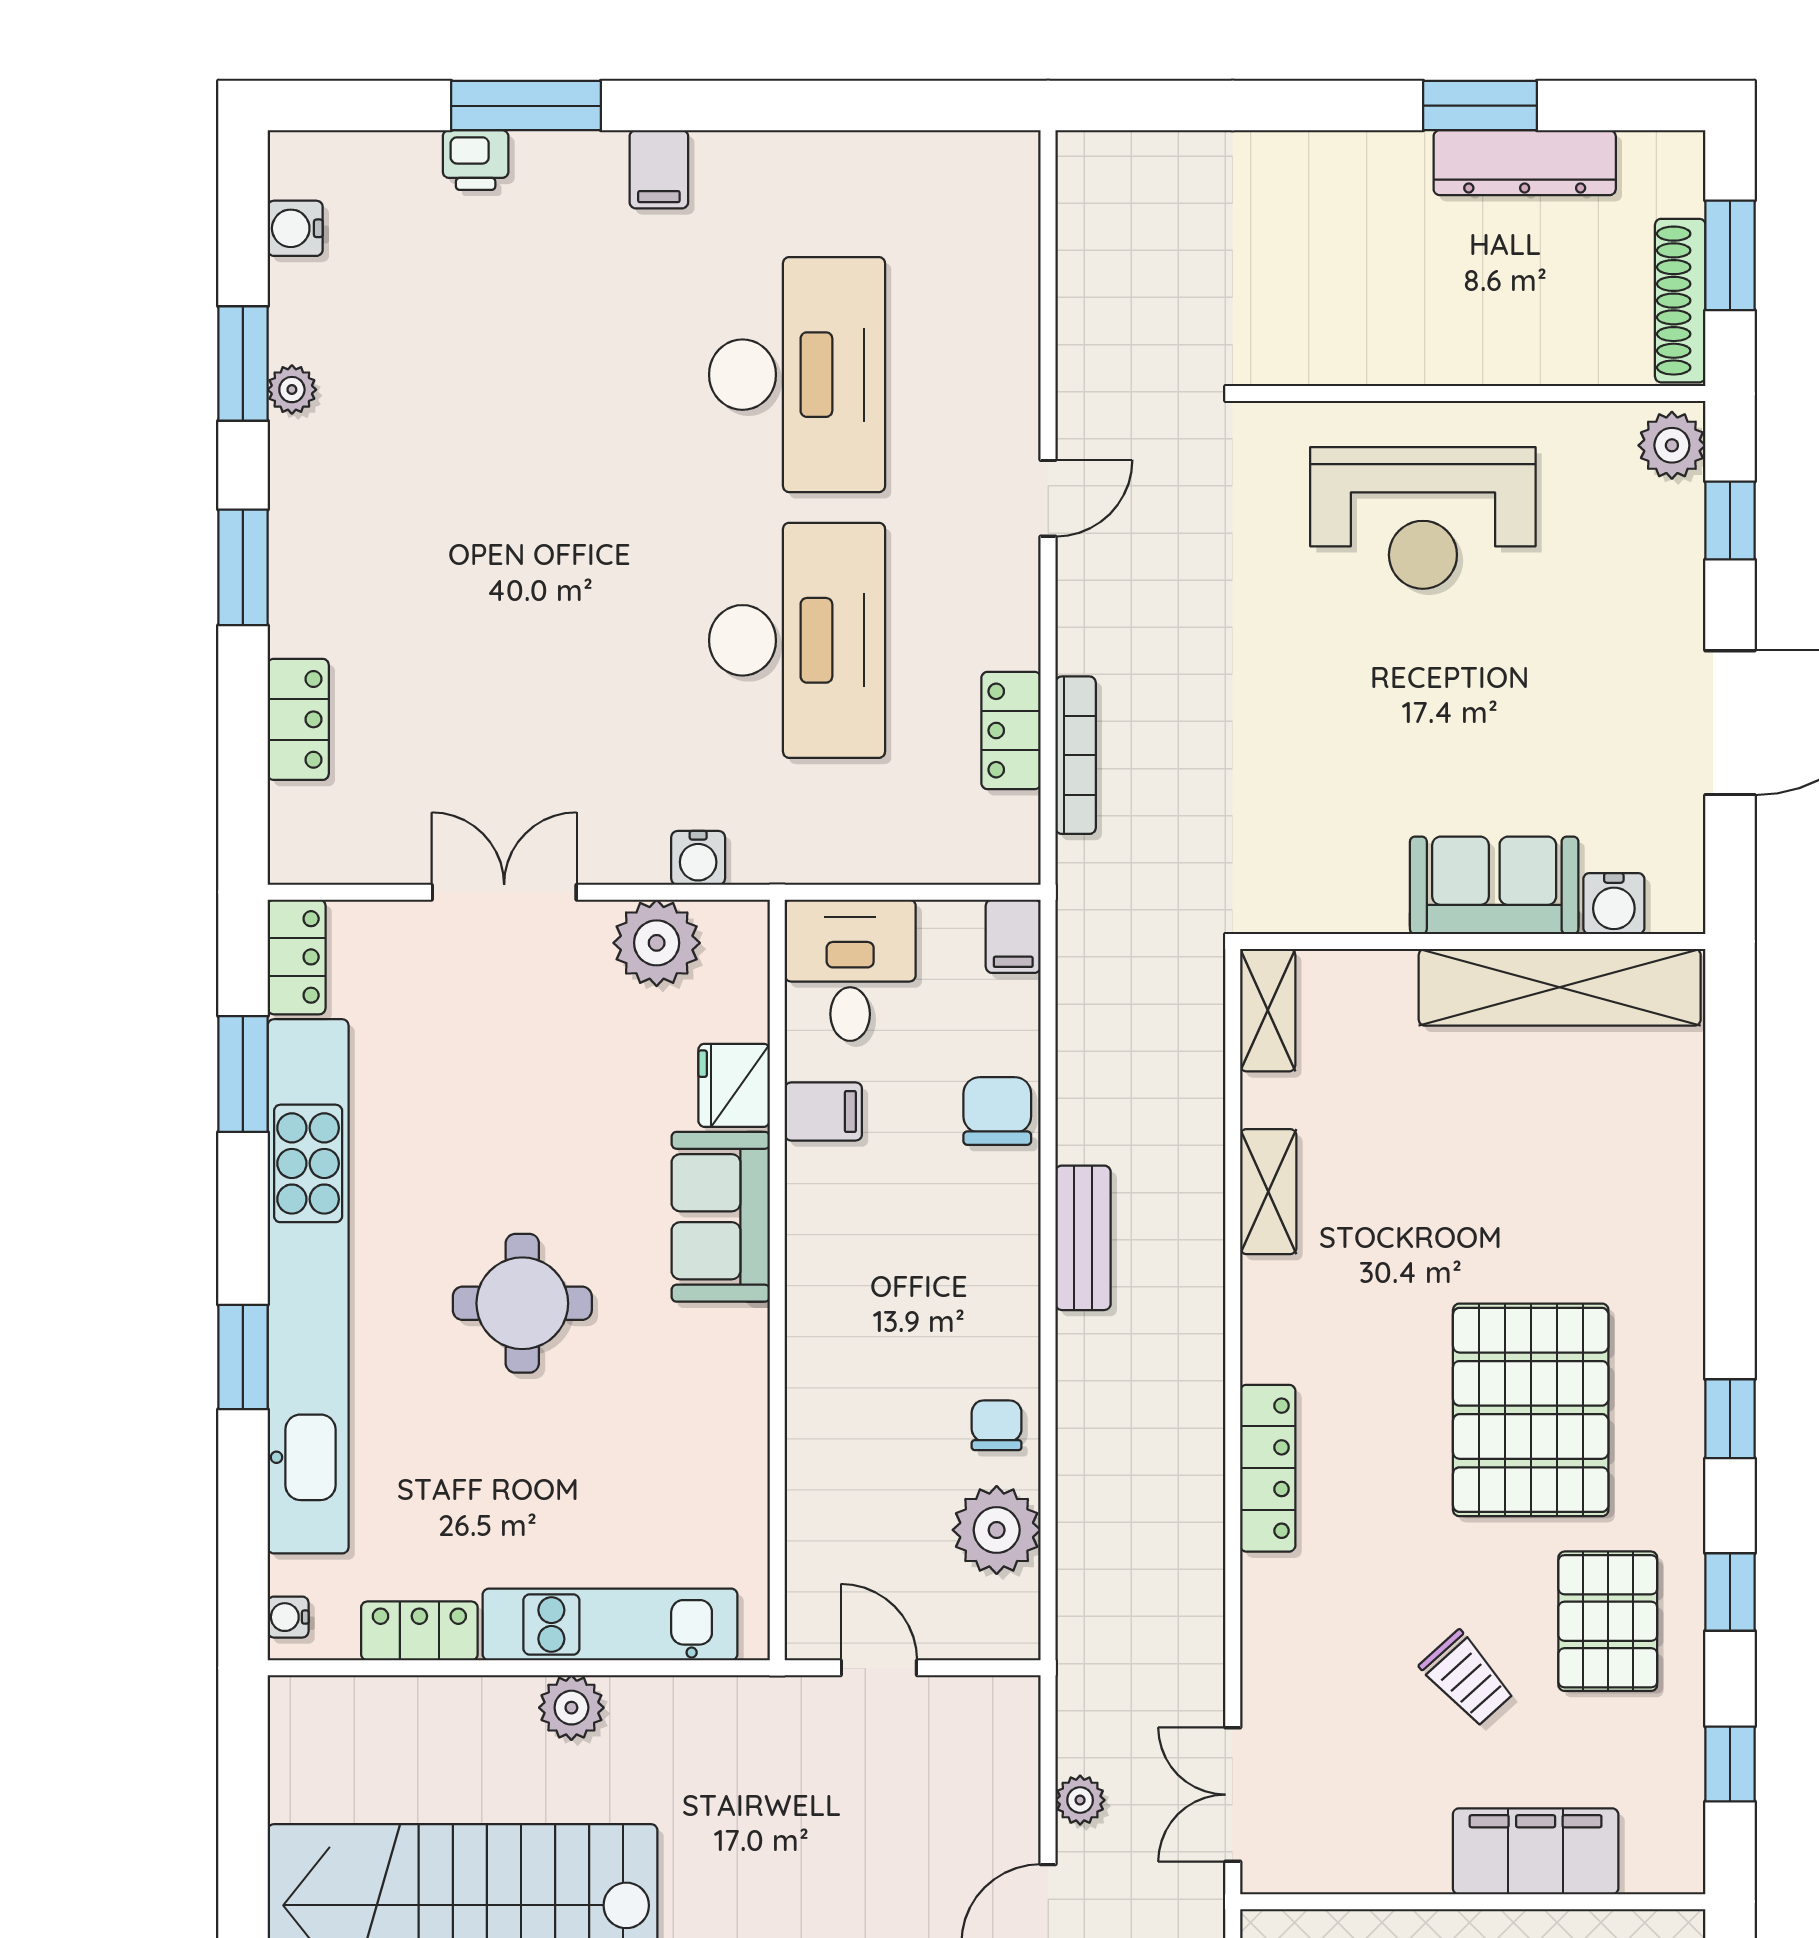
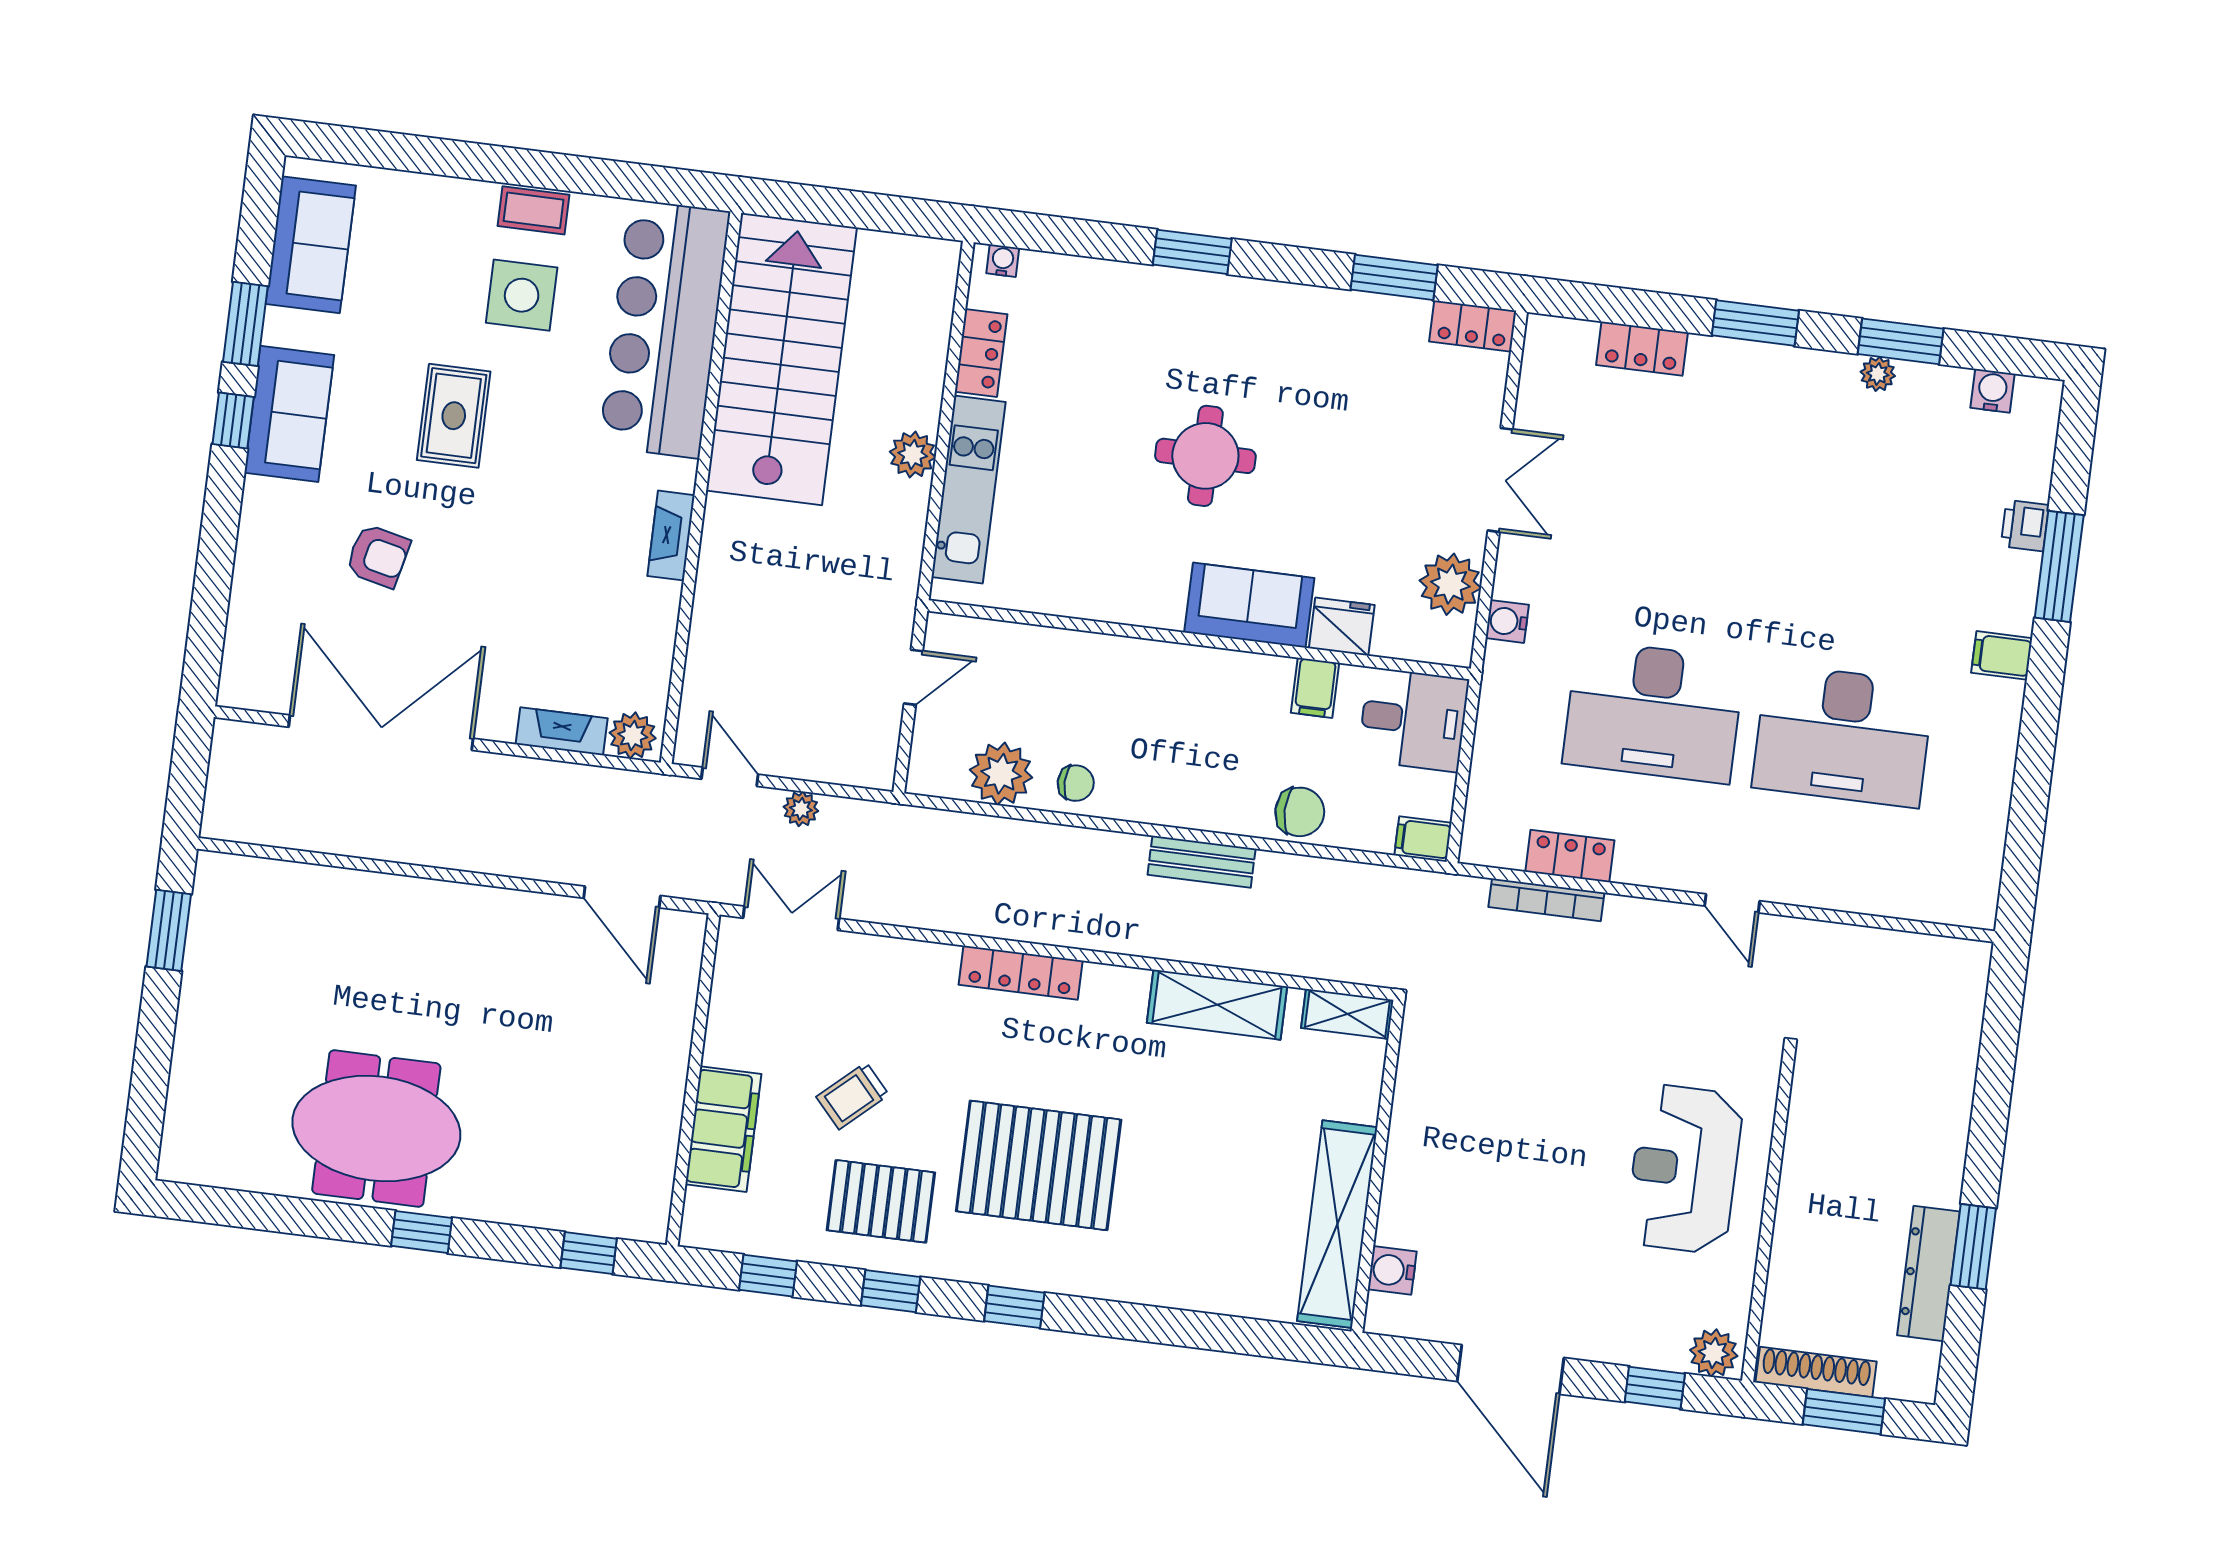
sofa: (1494, 885) -> (1416, 1187), removed
shelving: (1268, 1192) -> (1217, 1005), width x1.50, depth x1.33
kitchen unit: (308, 1286) -> (1237, 305), removed

